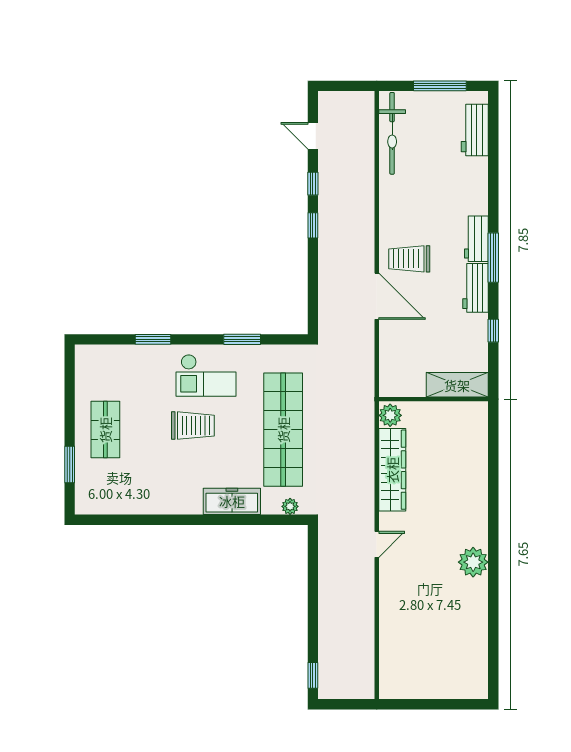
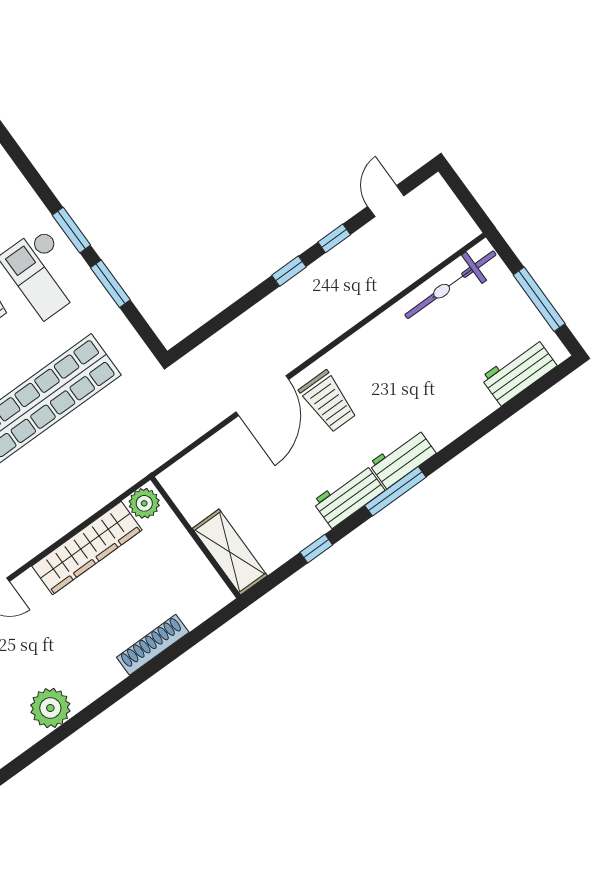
trolley: (409, 259) -> (328, 402), turned 180
window: (153, 339) -> (71, 230), moved
shoe rack: (480, 472) -> (153, 645), added

